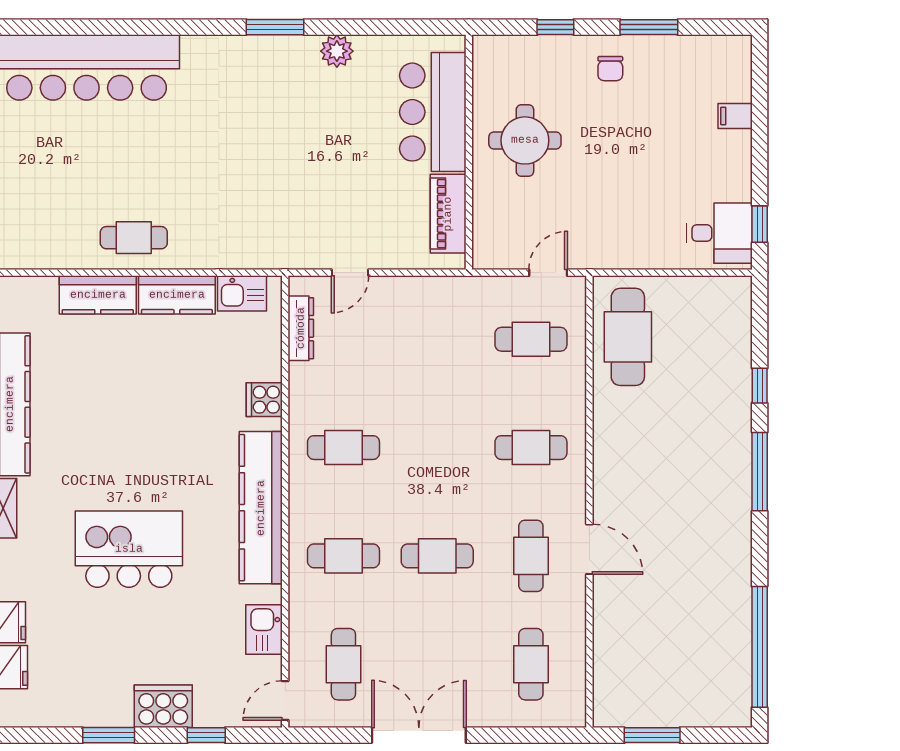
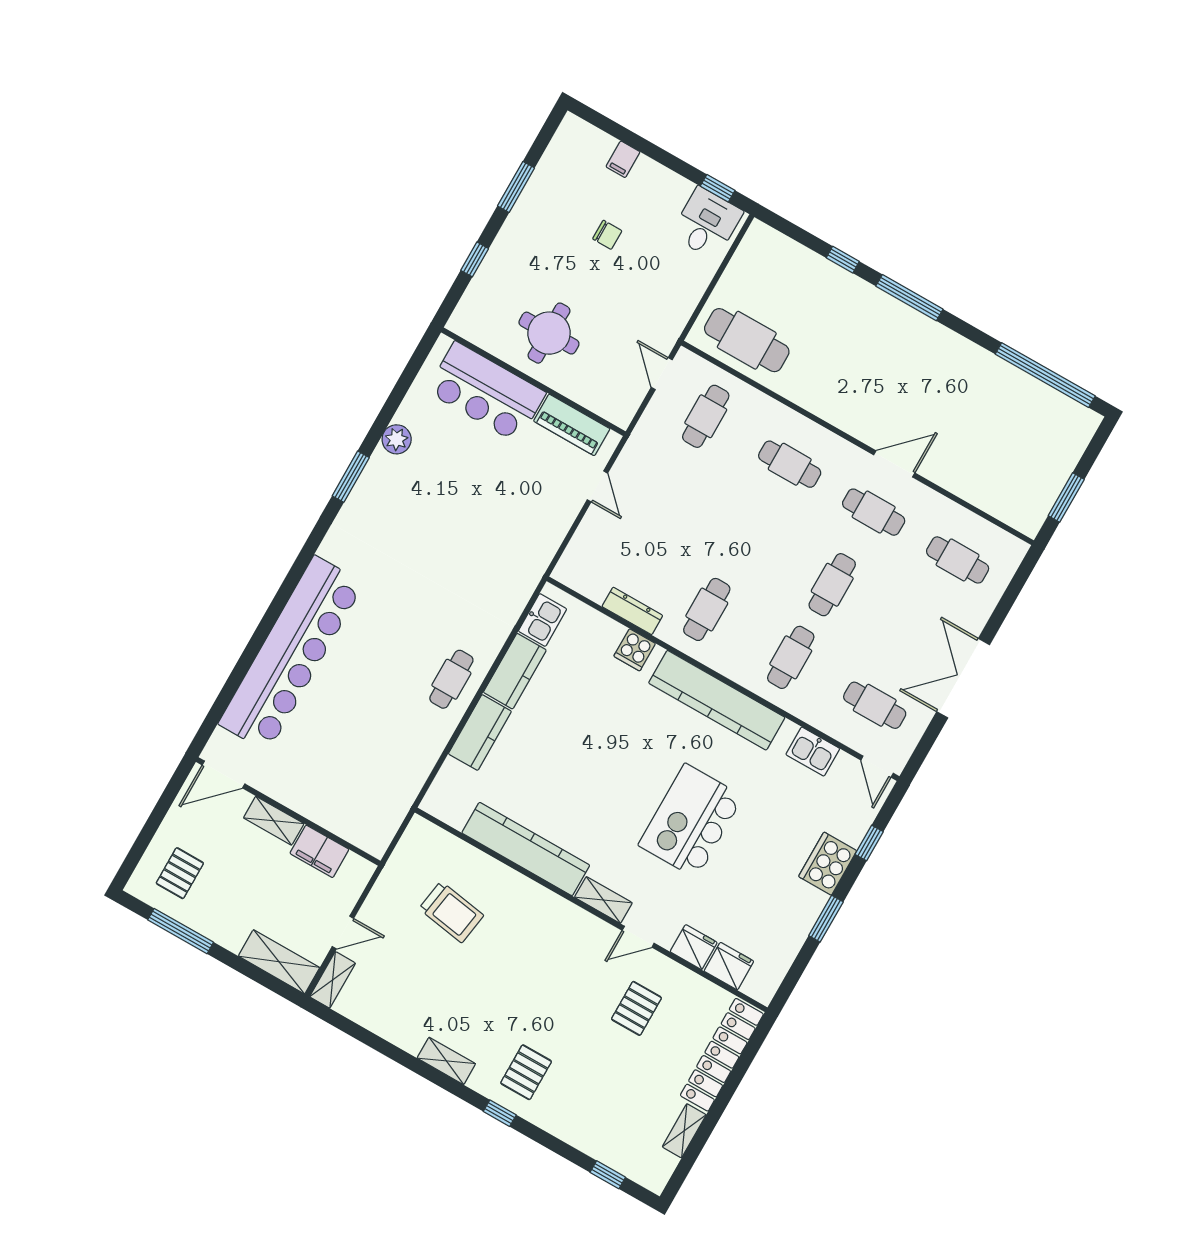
chair: (610, 69) -> (607, 235), moved
door: (350, 273) -> (597, 486), moved
dresser: (301, 328) -> (632, 611), moved
cafe table: (531, 448) -> (790, 464), turned 90

